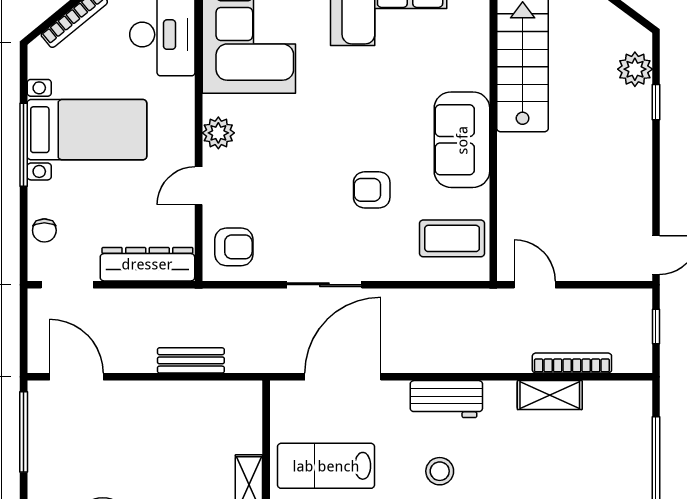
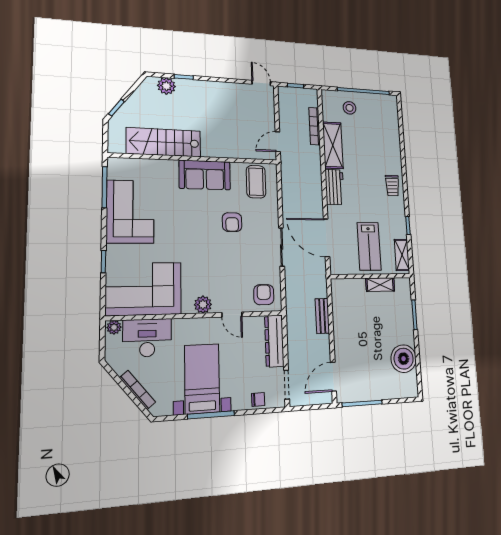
shelving: (550, 395) -> (333, 145), width x1.50, depth x1.33
stool: (440, 471) -> (350, 108), moved

